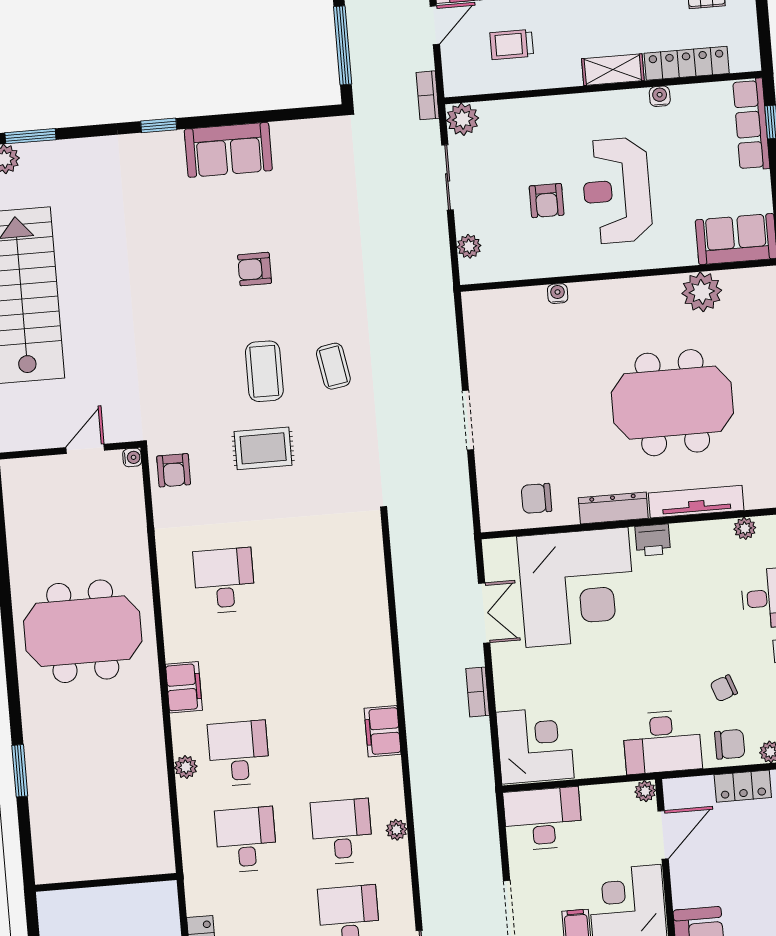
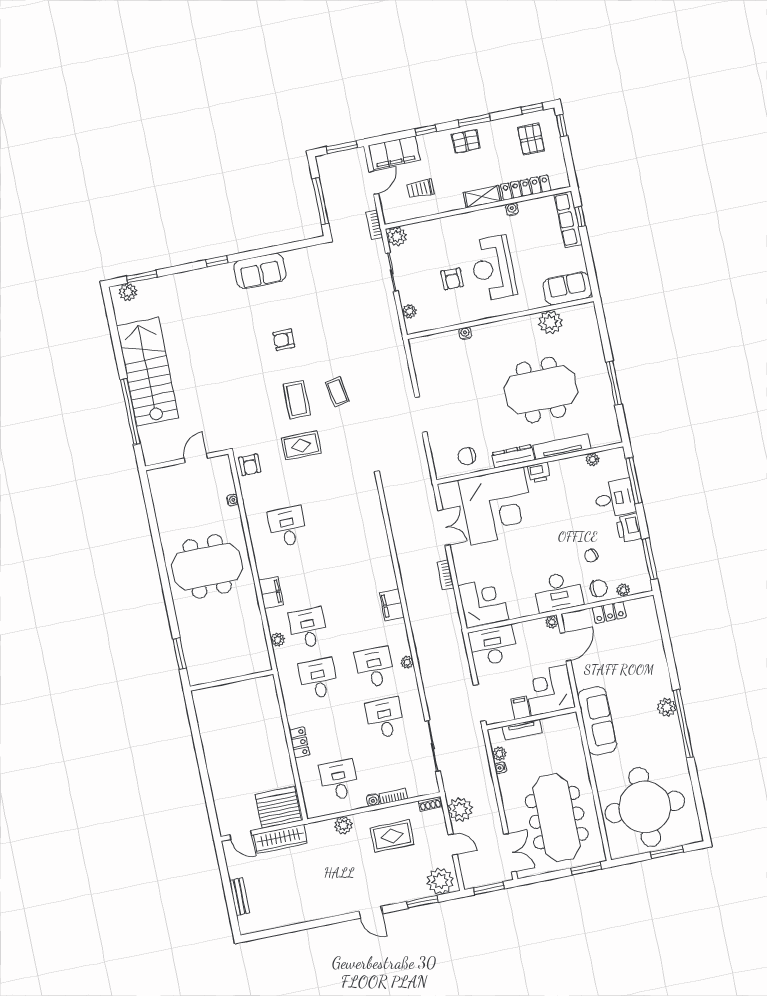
water cooler: (132, 457) -> (232, 500), moved
wall: (106, 882) -> (232, 680), moved

